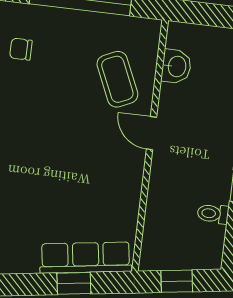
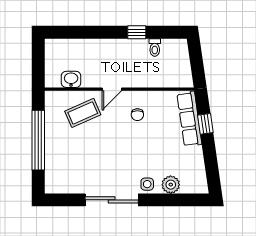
chair: (21, 49) -> (137, 115), moved
window: (177, 281) -> (197, 64), removed

